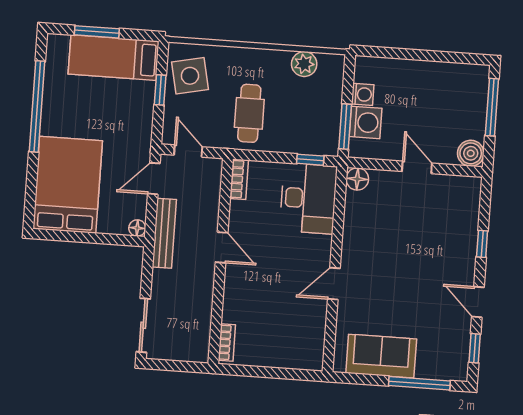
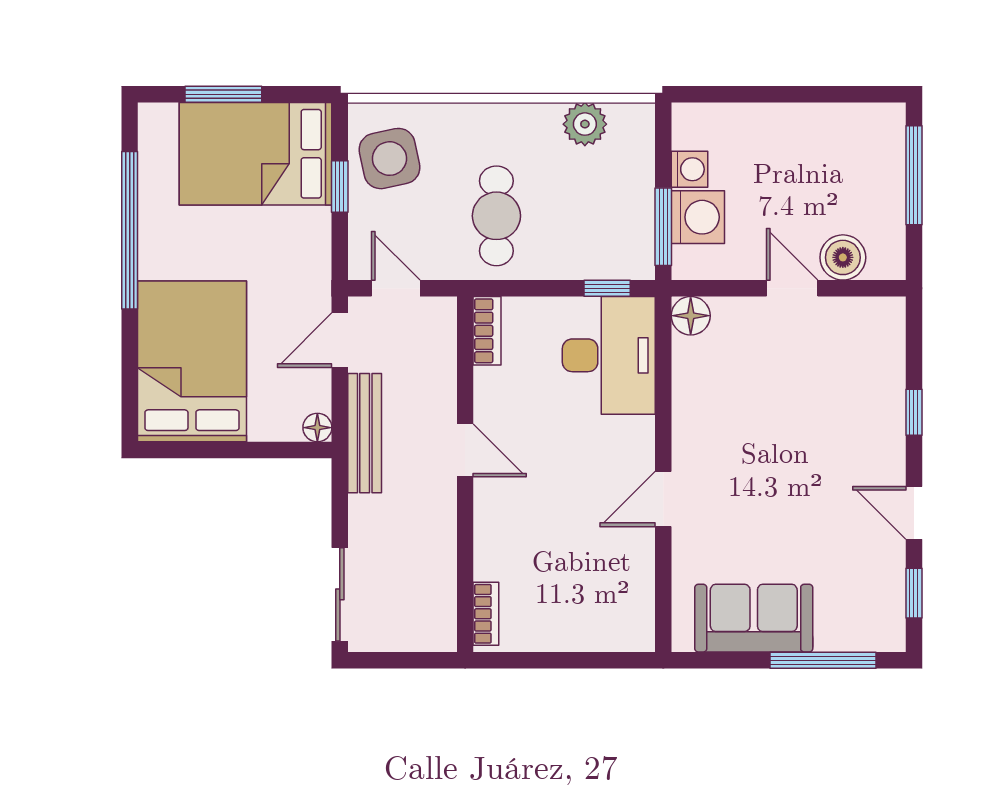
bed: (114, 58) -> (256, 154), width x1.50
boiler: (471, 153) -> (843, 257), moved

